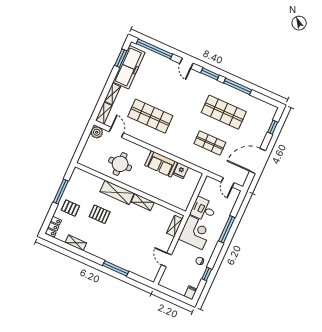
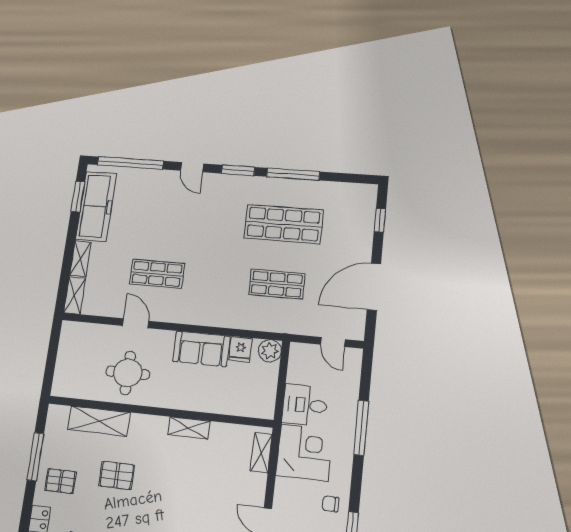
shop shelf: (150, 116) -> (157, 274), width x0.70, depth x0.74
plant: (97, 132) -> (270, 351), moved
door: (116, 132) -> (136, 323), moved
shelving: (117, 192) -> (99, 421), moved

